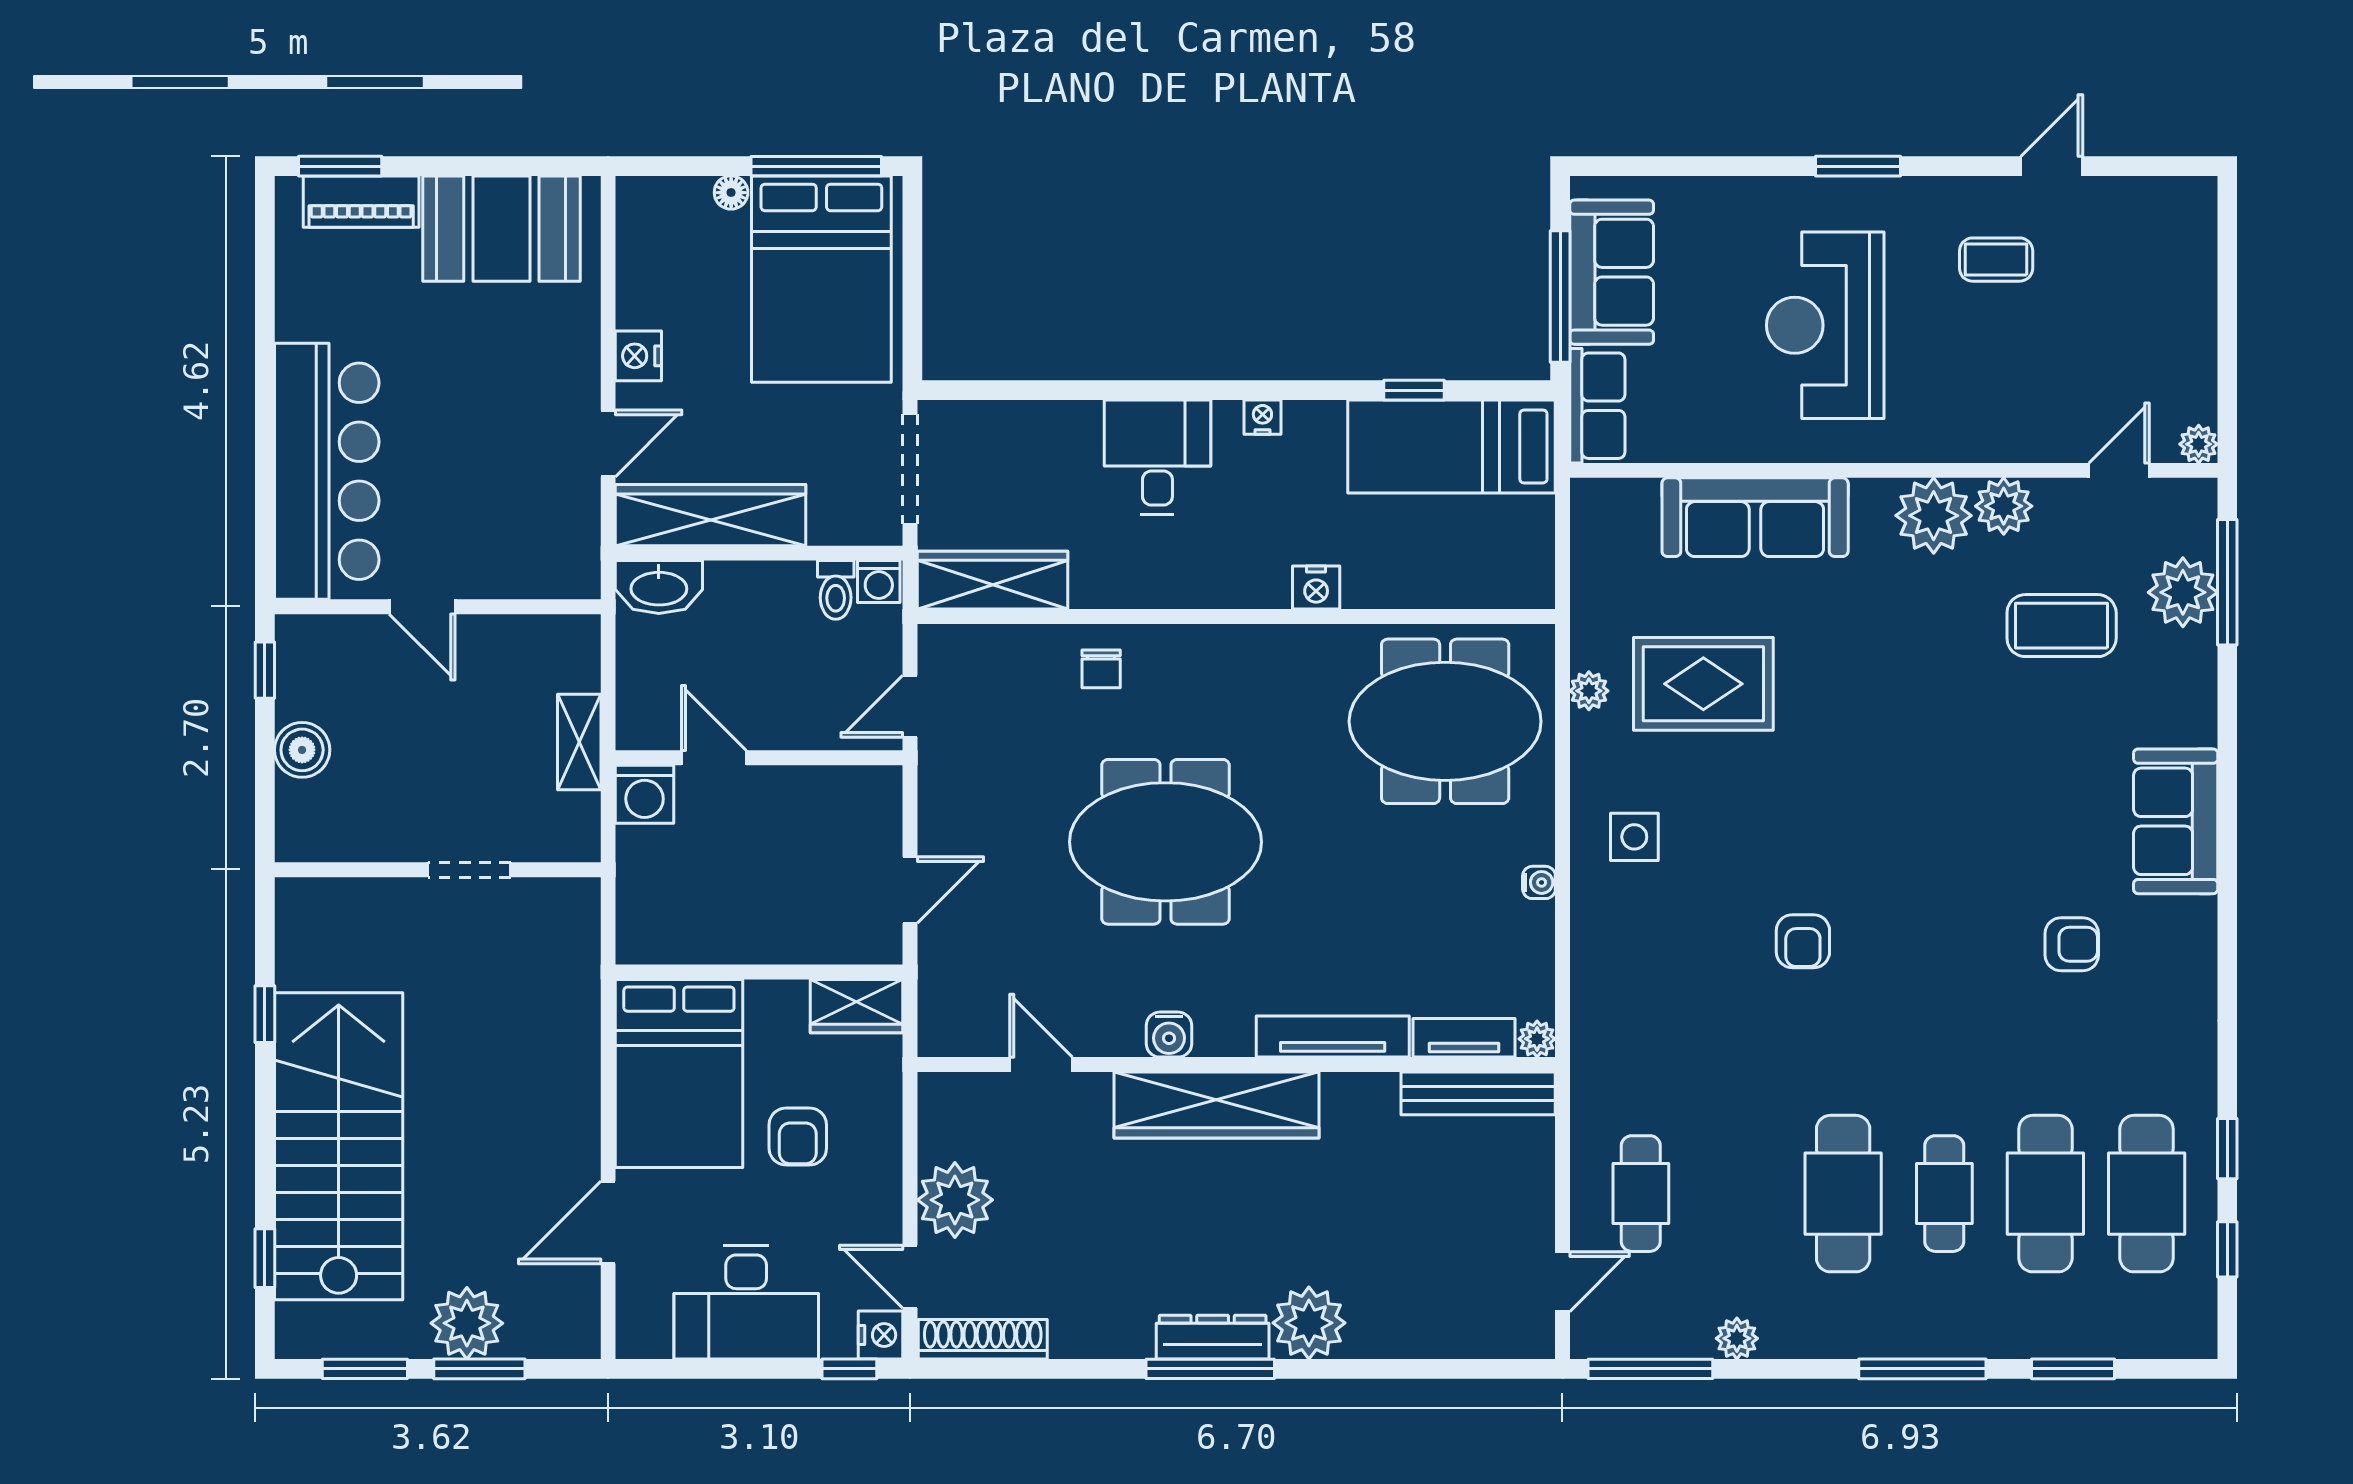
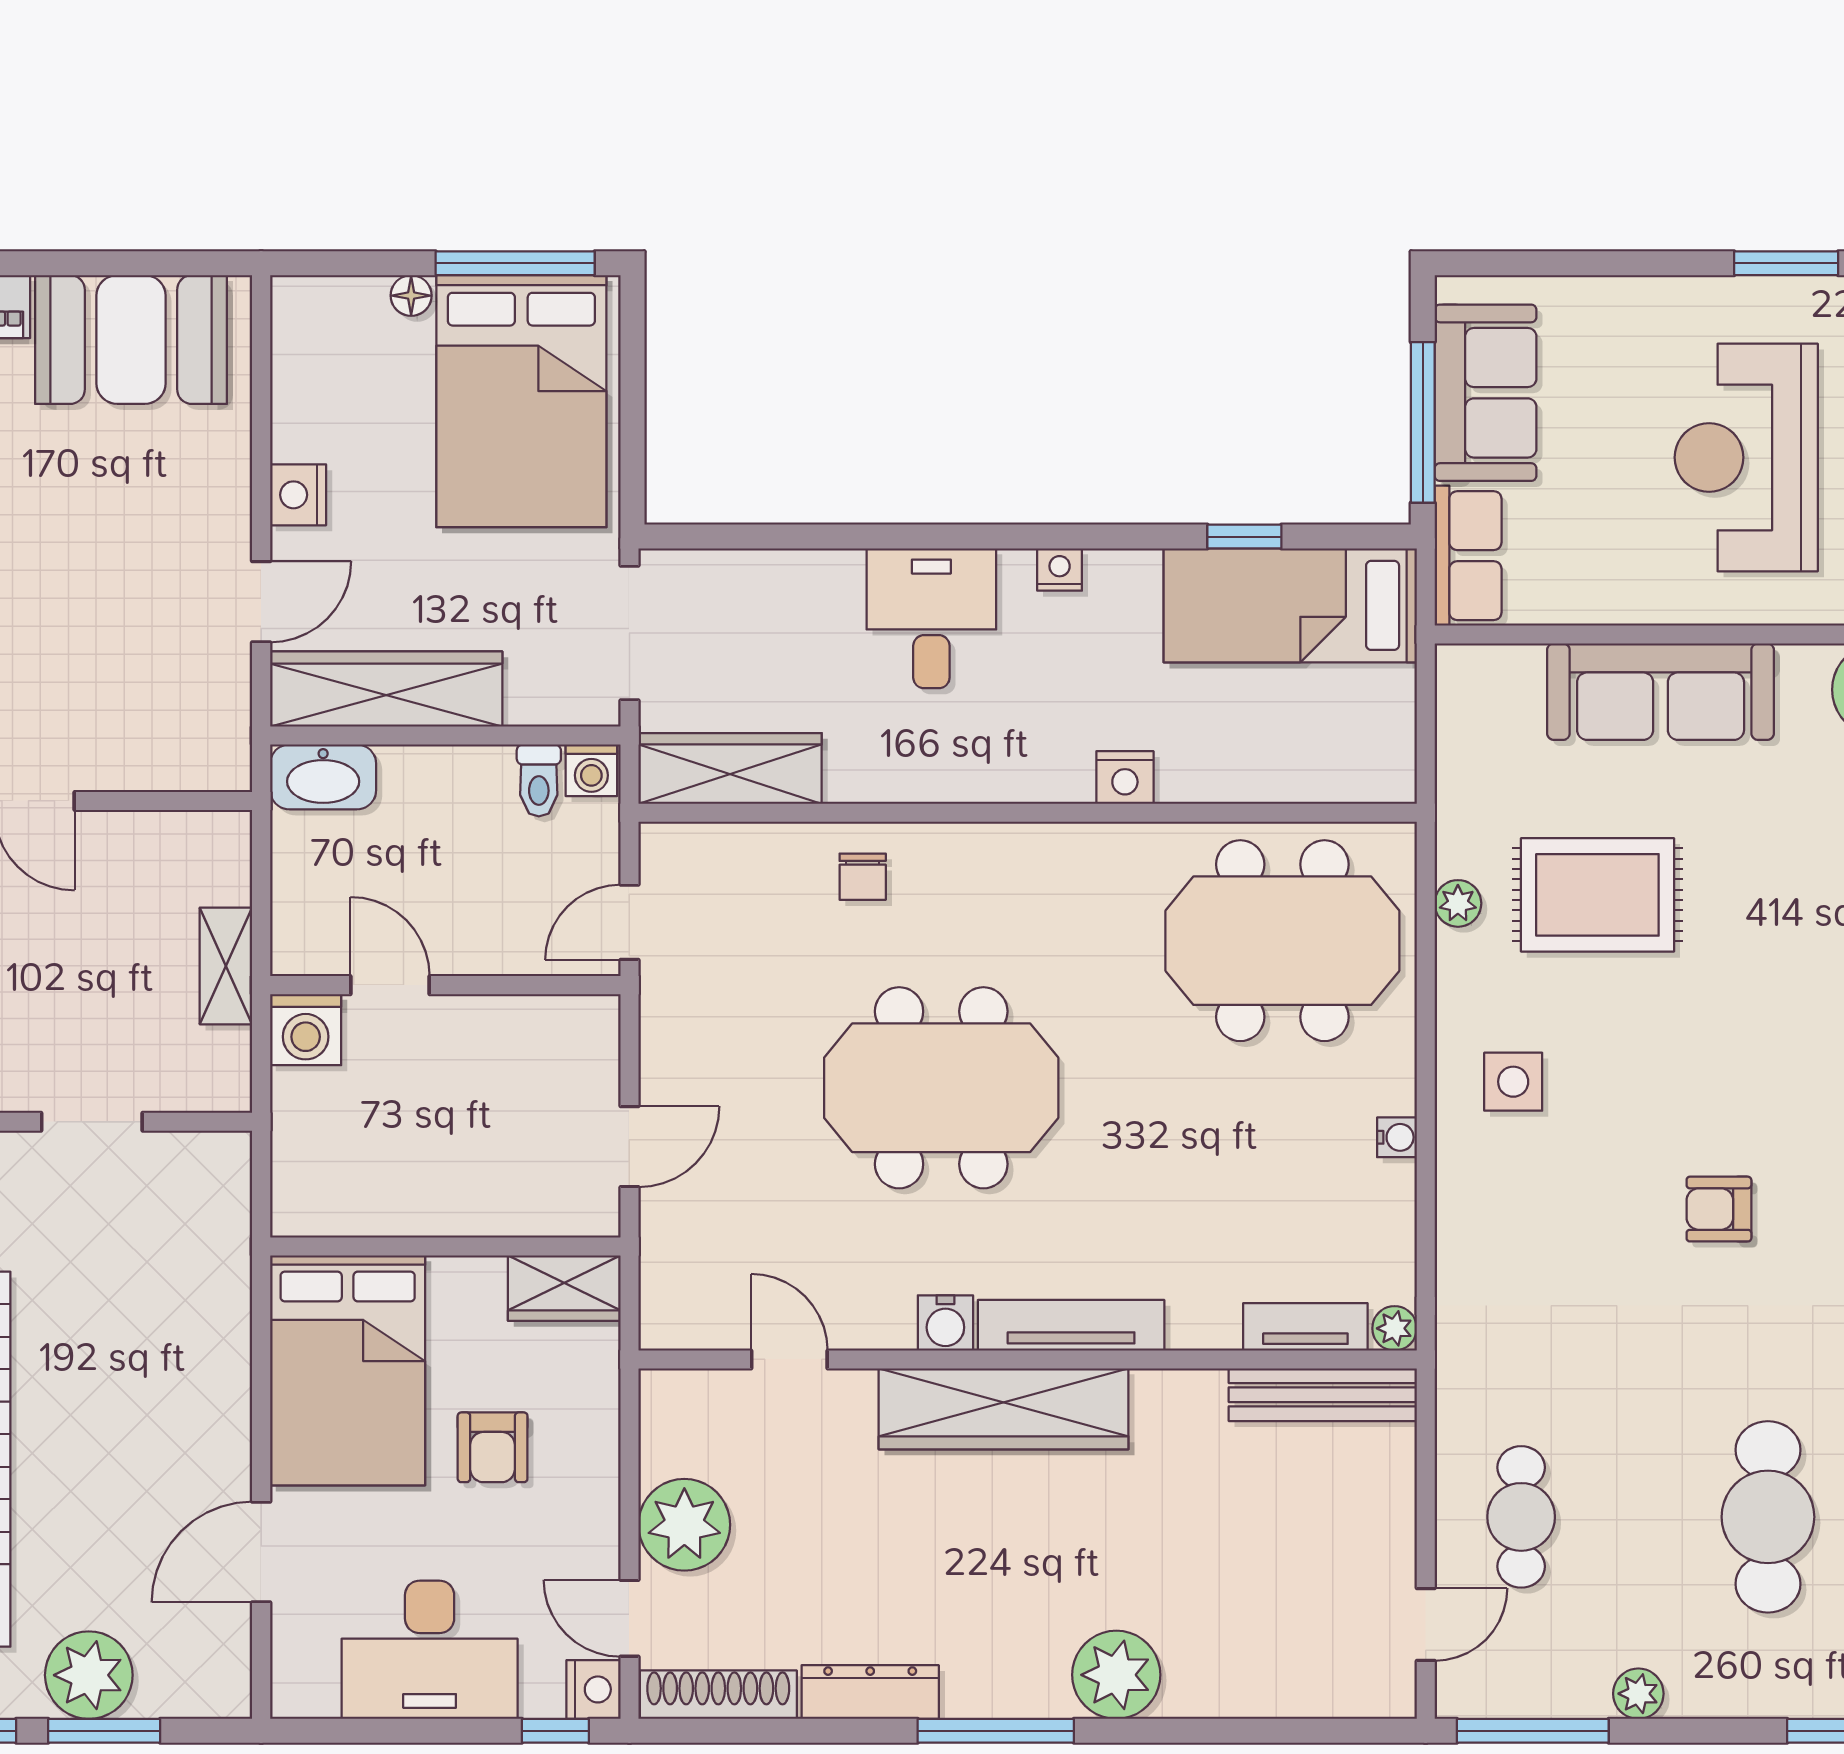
armchair: (1803, 941) -> (1719, 1209), turned 90
tv unit: (1333, 1036) -> (1071, 1325), moved
dresser: (1213, 1337) -> (870, 1692), moved

